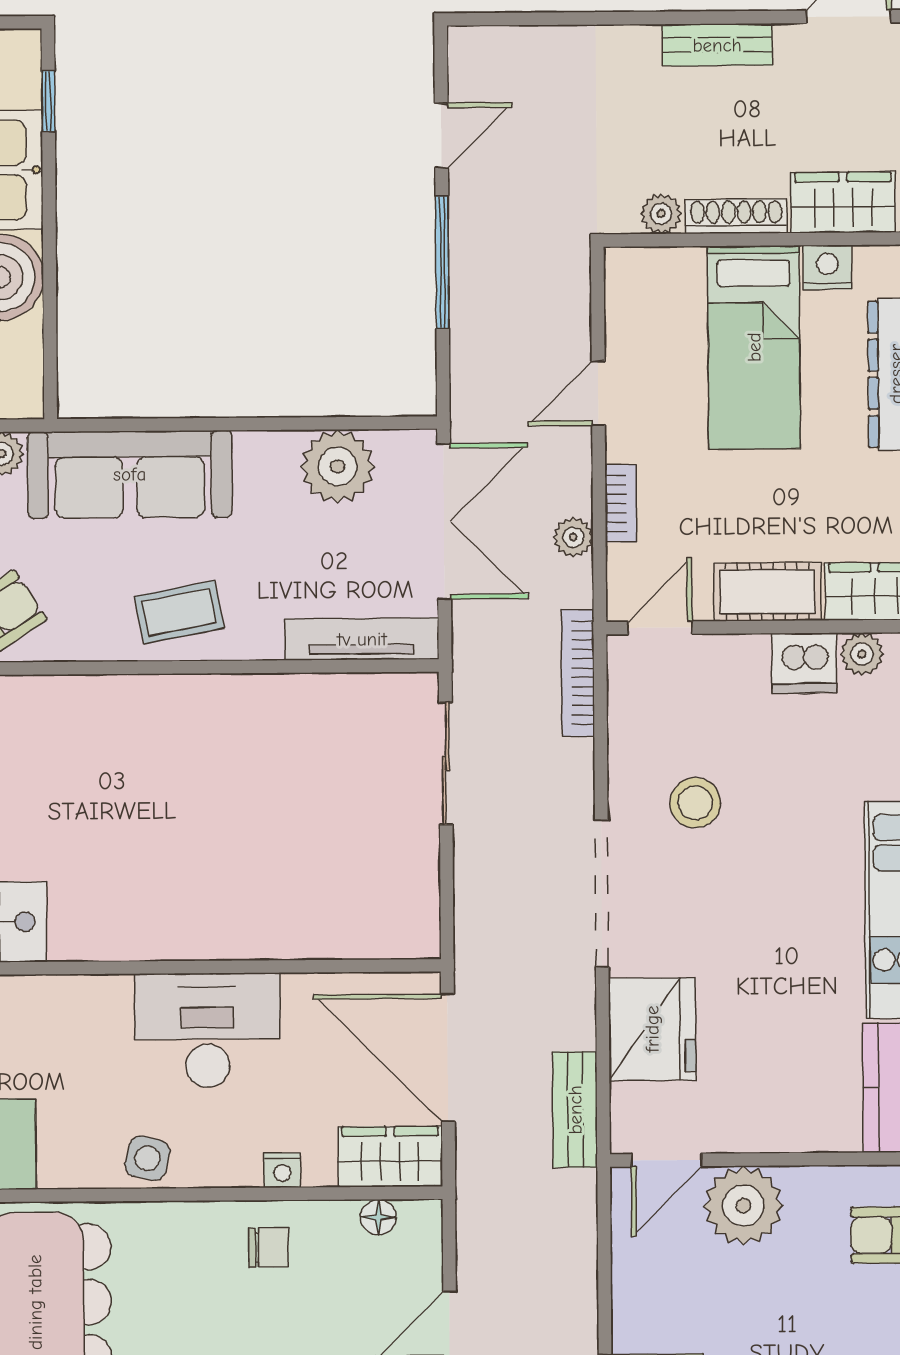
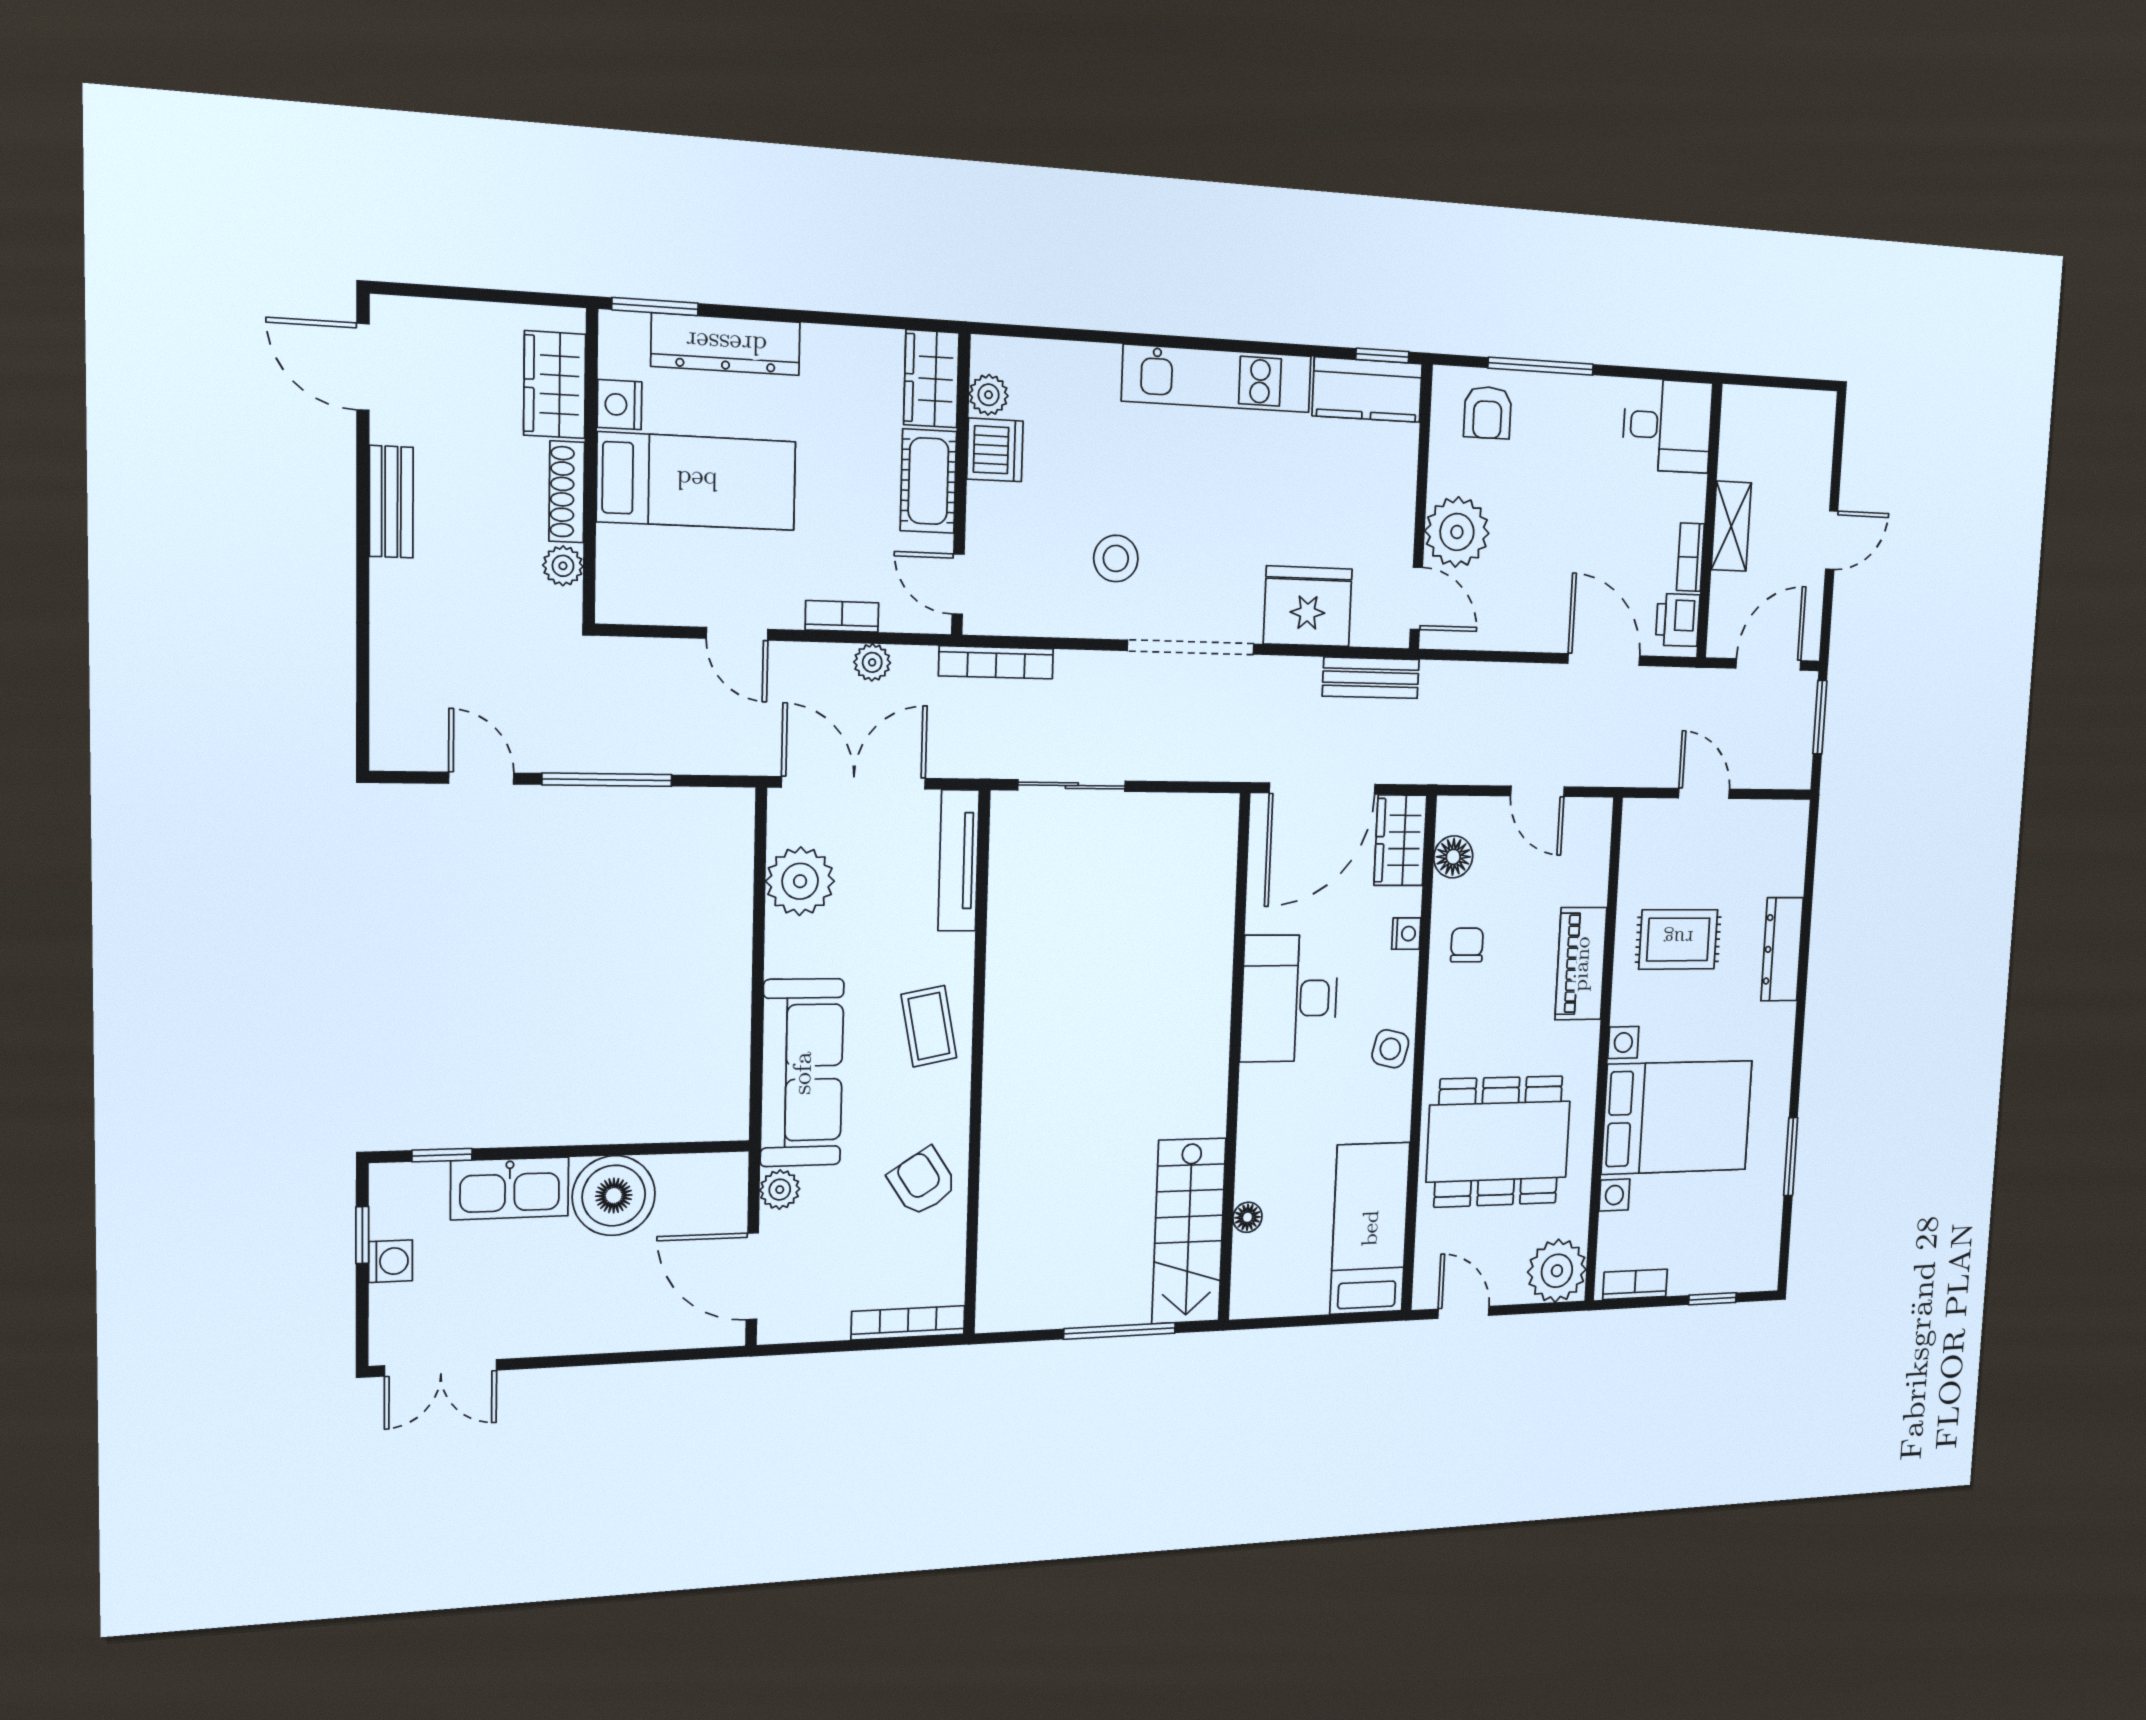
floor lamp: (378, 1217) -> (1453, 857), width x1.37, depth x1.37

